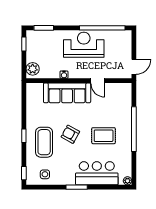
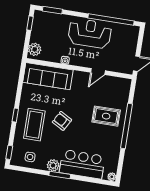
door: (98, 81) -> (98, 72), hinge flipped
sofa: (67, 93) -> (48, 76), moved
rug: (104, 136) -> (106, 116), moved
plant: (69, 179) -> (53, 165), added

